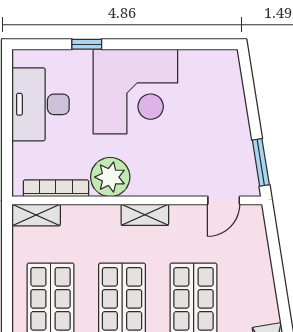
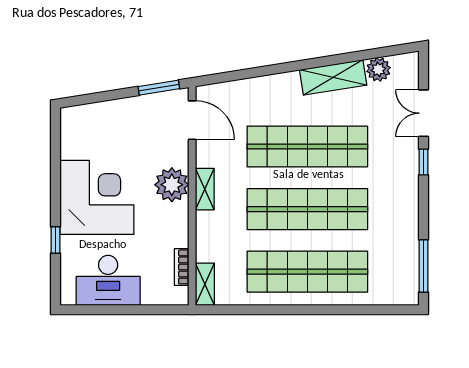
plant: (110, 177) -> (172, 185), moved
bookcase: (56, 188) -> (182, 267), width x0.64
door: (224, 200) -> (192, 120), width x1.37

